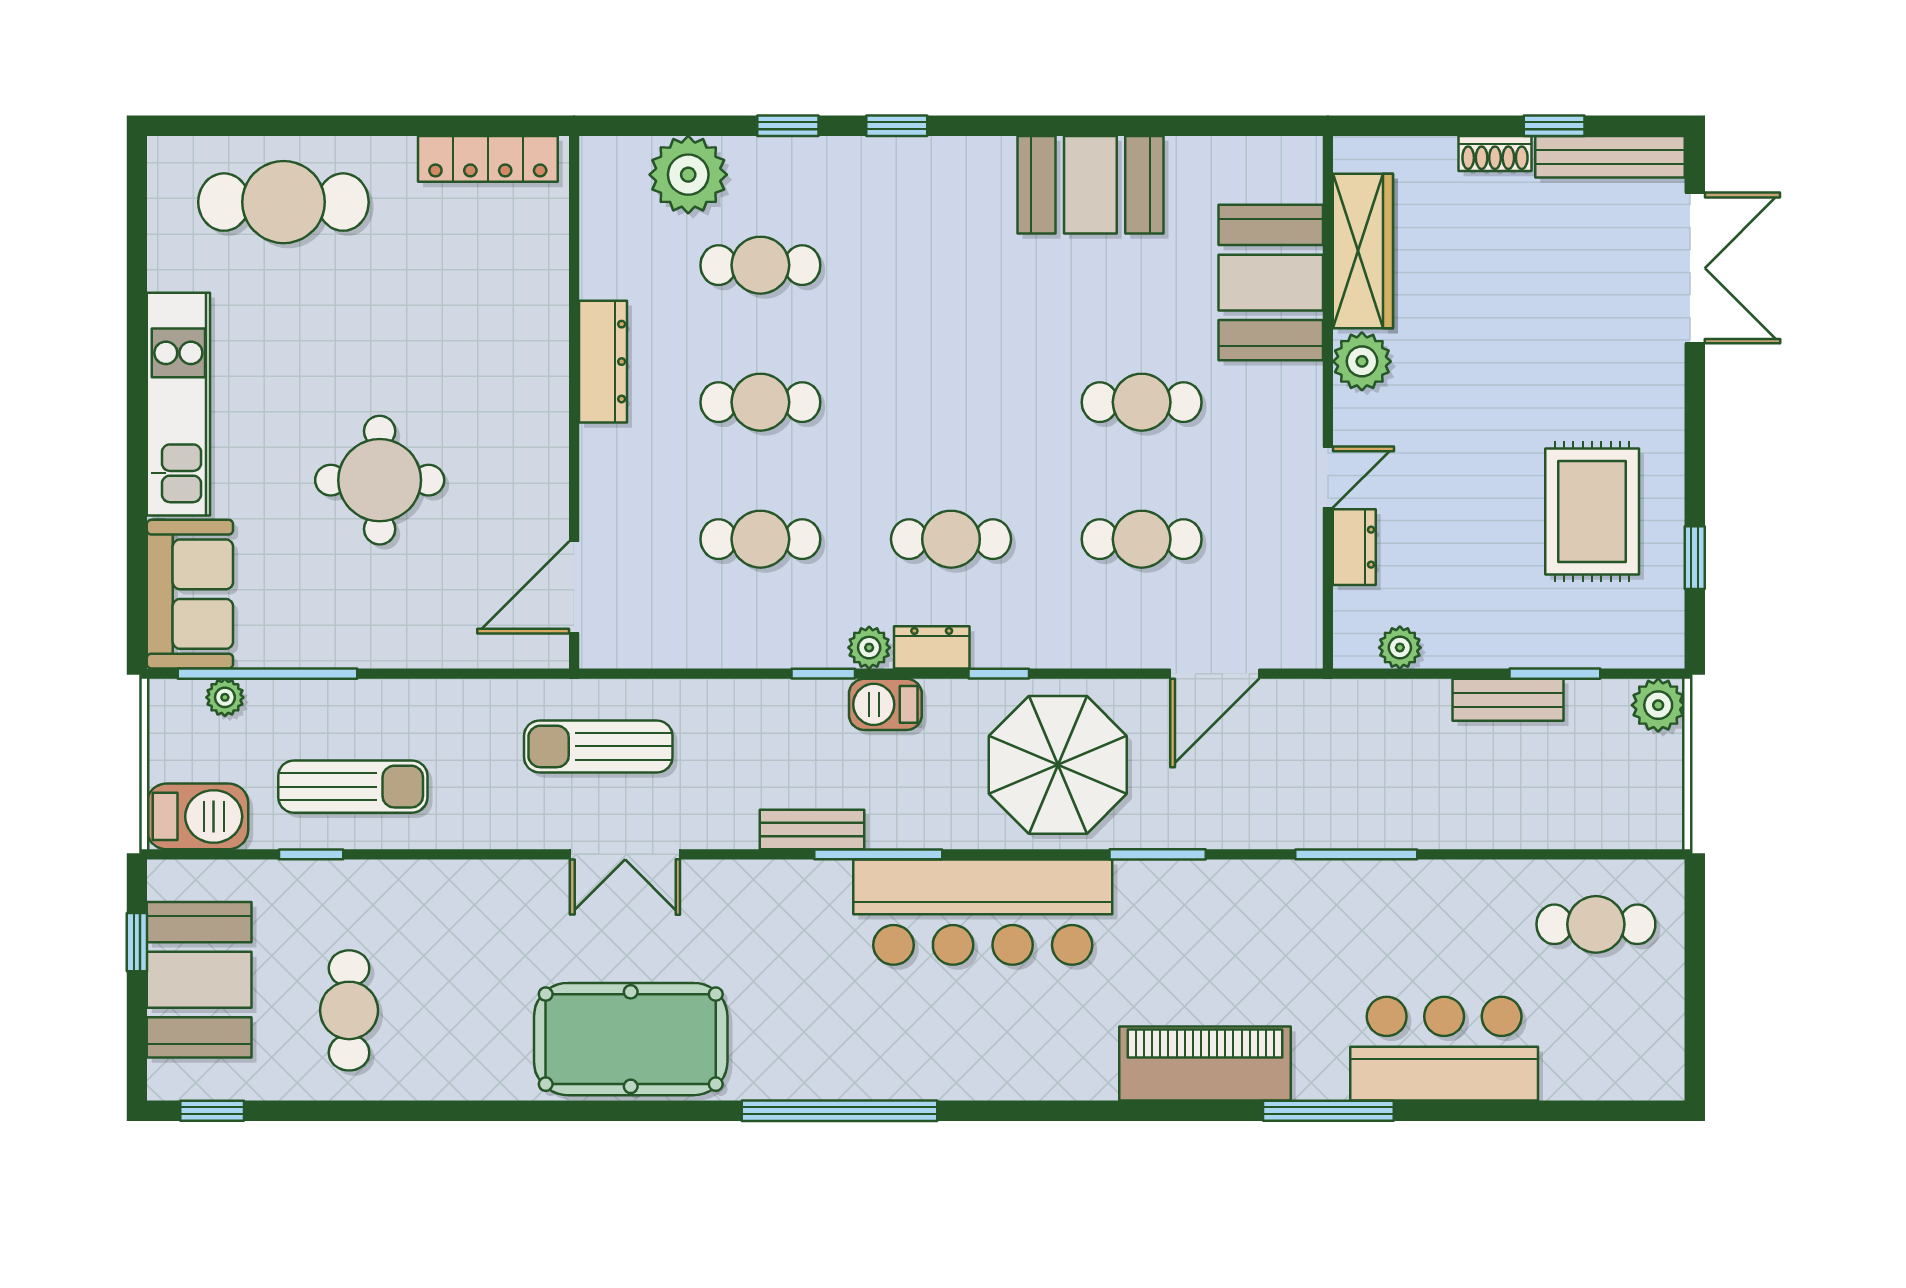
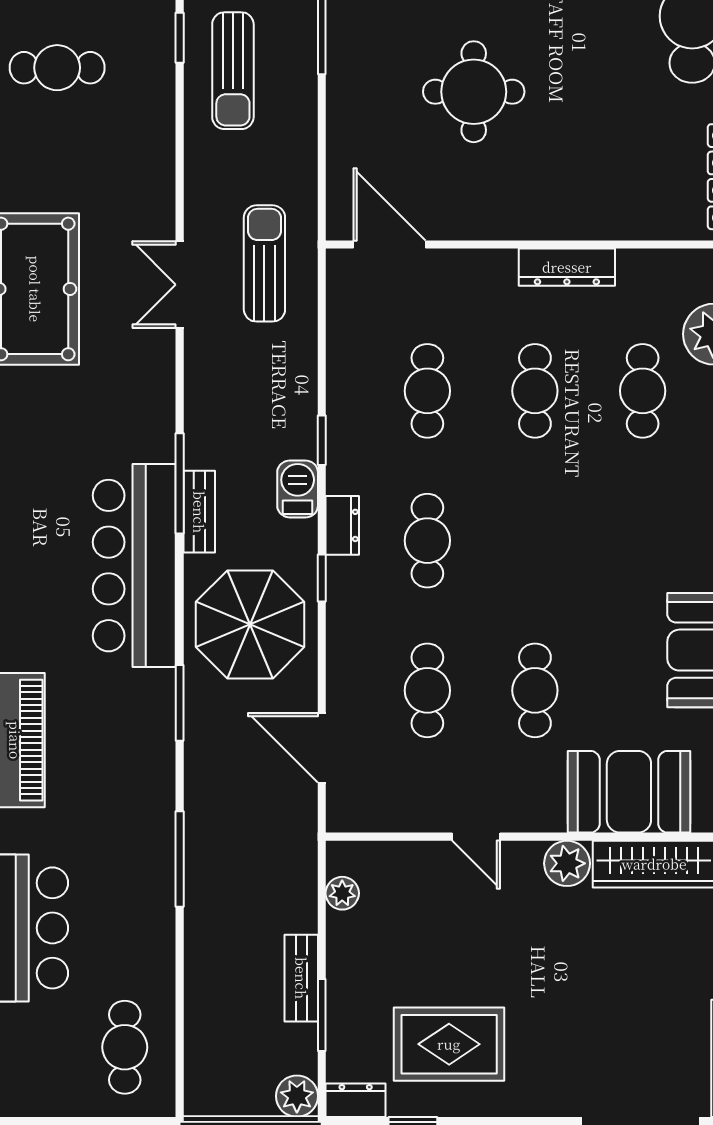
dresser: (1354, 547) -> (356, 1100), moved, turned 180
plant: (869, 648) -> (342, 476), removed
bench: (812, 830) -> (199, 512), moved

